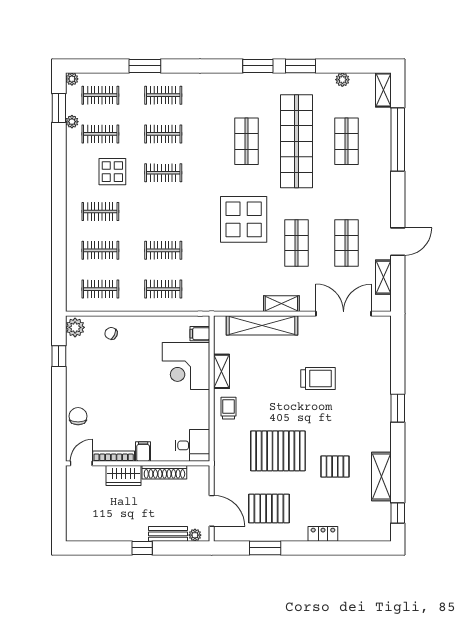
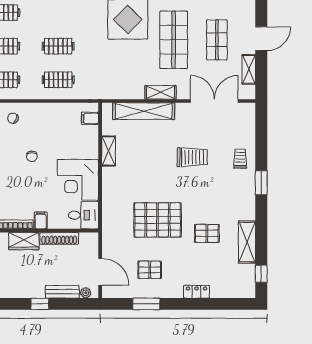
shop shelf: (297, 243) -> (174, 40), width x1.43, depth x1.36
corner desk: (186, 366) -> (78, 180), moved
chair: (133, 377) -> (32, 156), added
trolley: (229, 408) -> (240, 159), moved
pallet: (269, 509) -> (150, 270), width x0.67, depth x0.71

